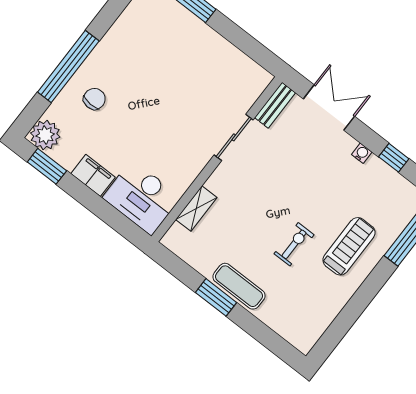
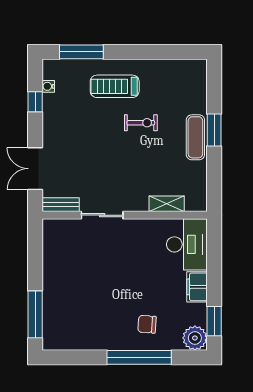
water cooler: (362, 153) -> (48, 86), moved
exercise bike: (294, 244) -> (141, 123), turned 180
window: (216, 297) -> (214, 130), moved

